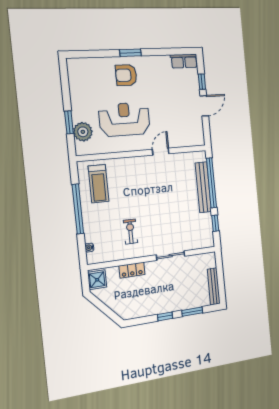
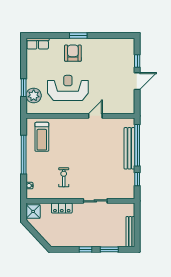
row of seats: (184, 61) -> (38, 44), moved
armchair: (126, 75) -> (73, 53), turned 90

